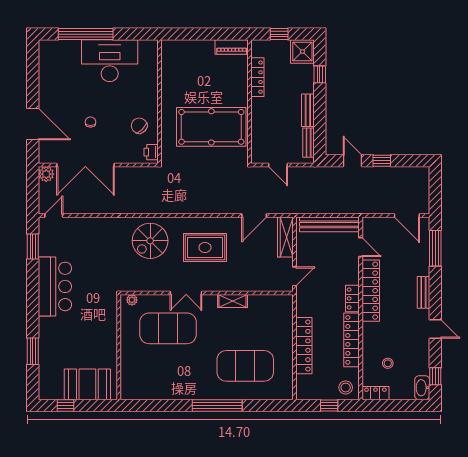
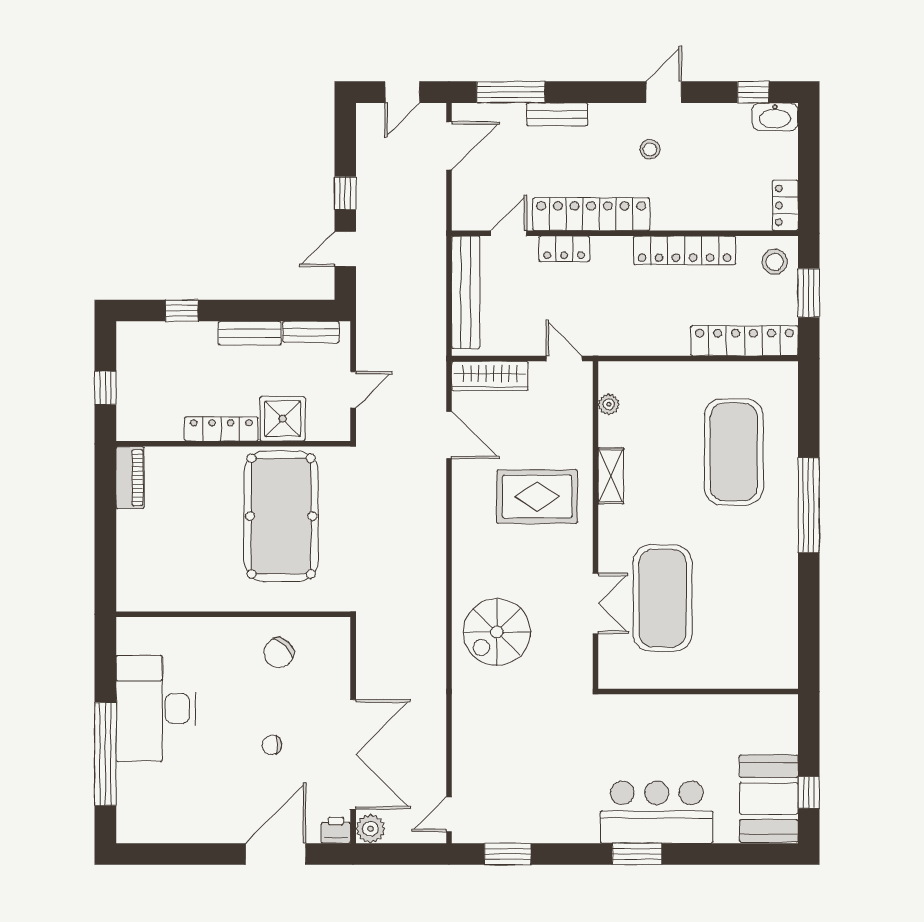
shower: (302, 52) -> (283, 419), moved
locker: (257, 77) -> (221, 429), moved
printer: (151, 152) -> (336, 830), moved, turned 180
door: (435, 191) -> (402, 92), added
door: (54, 216) -> (449, 814), hinge flipped
spiral stairs: (150, 241) -> (497, 632), turned 90
rug: (205, 247) -> (537, 497), moved, turned 90
bar counter: (55, 286) -> (657, 812), moved
bench: (423, 292) -> (557, 114), moved
double door: (186, 293) -> (596, 603), moved
locker: (352, 298) -> (564, 249), moved
plant: (132, 300) -> (609, 404), moved
locker: (304, 346) -> (744, 341), moved
window: (33, 351) -> (637, 854), moved
stool: (388, 363) -> (650, 149), moved
booth: (87, 384) -> (769, 799), moved
window: (329, 405) -> (809, 293), width x1.50

